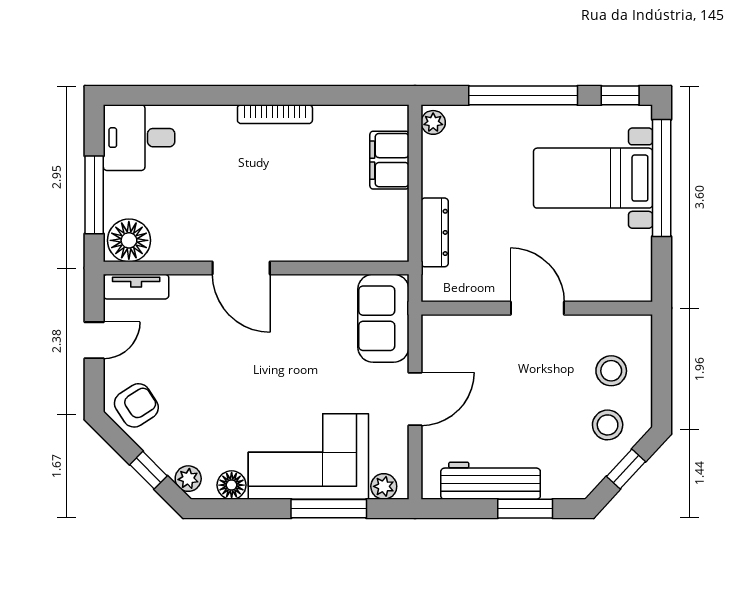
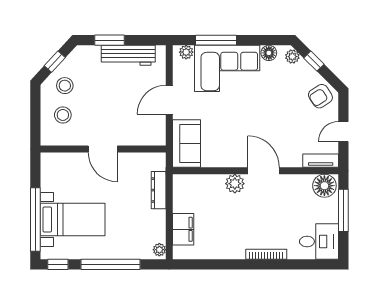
bookcase: (275, 114) -> (266, 254), moved
plant: (294, 244) -> (235, 184), added

